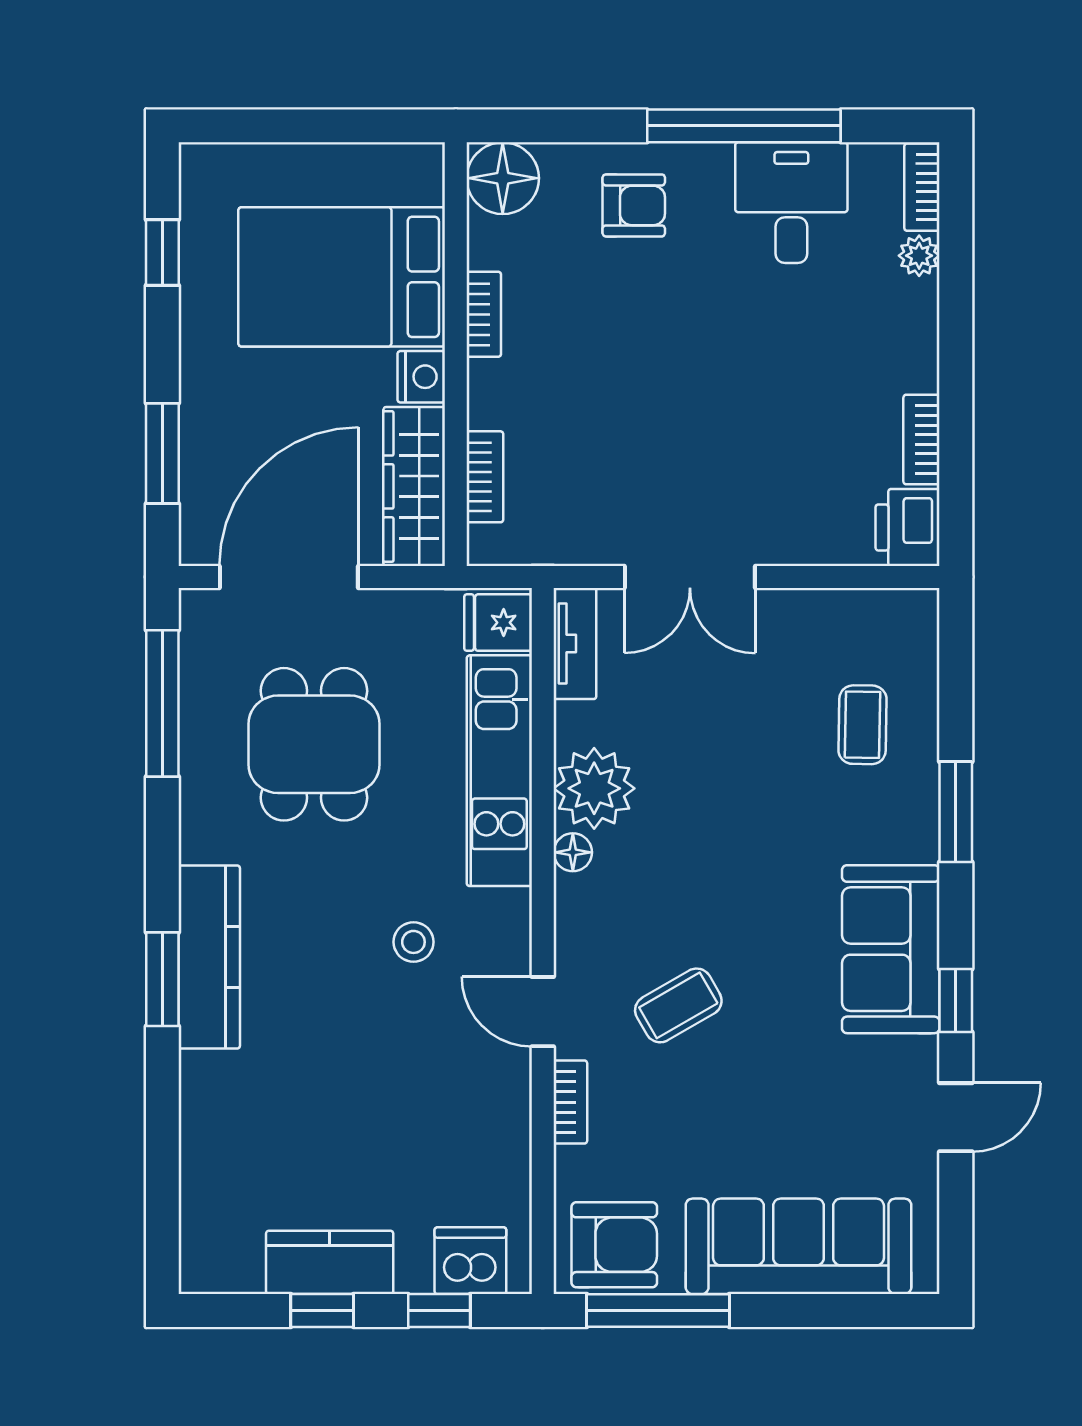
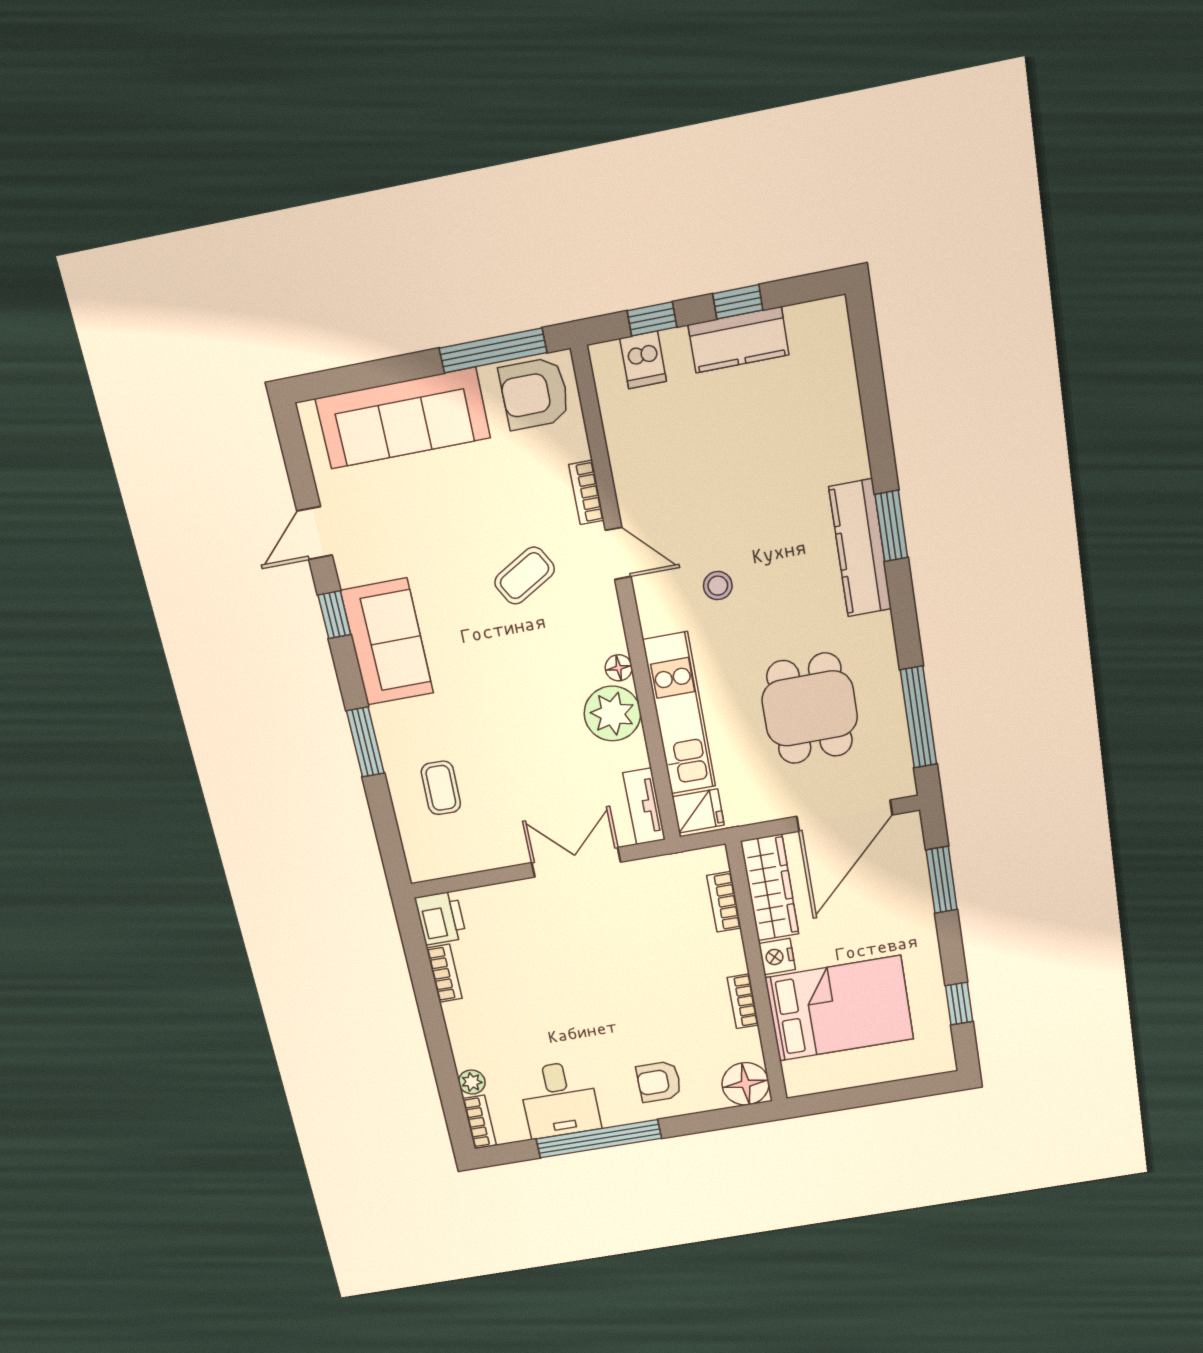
dishwasher: (470, 1261) -> (643, 360), width x0.73

